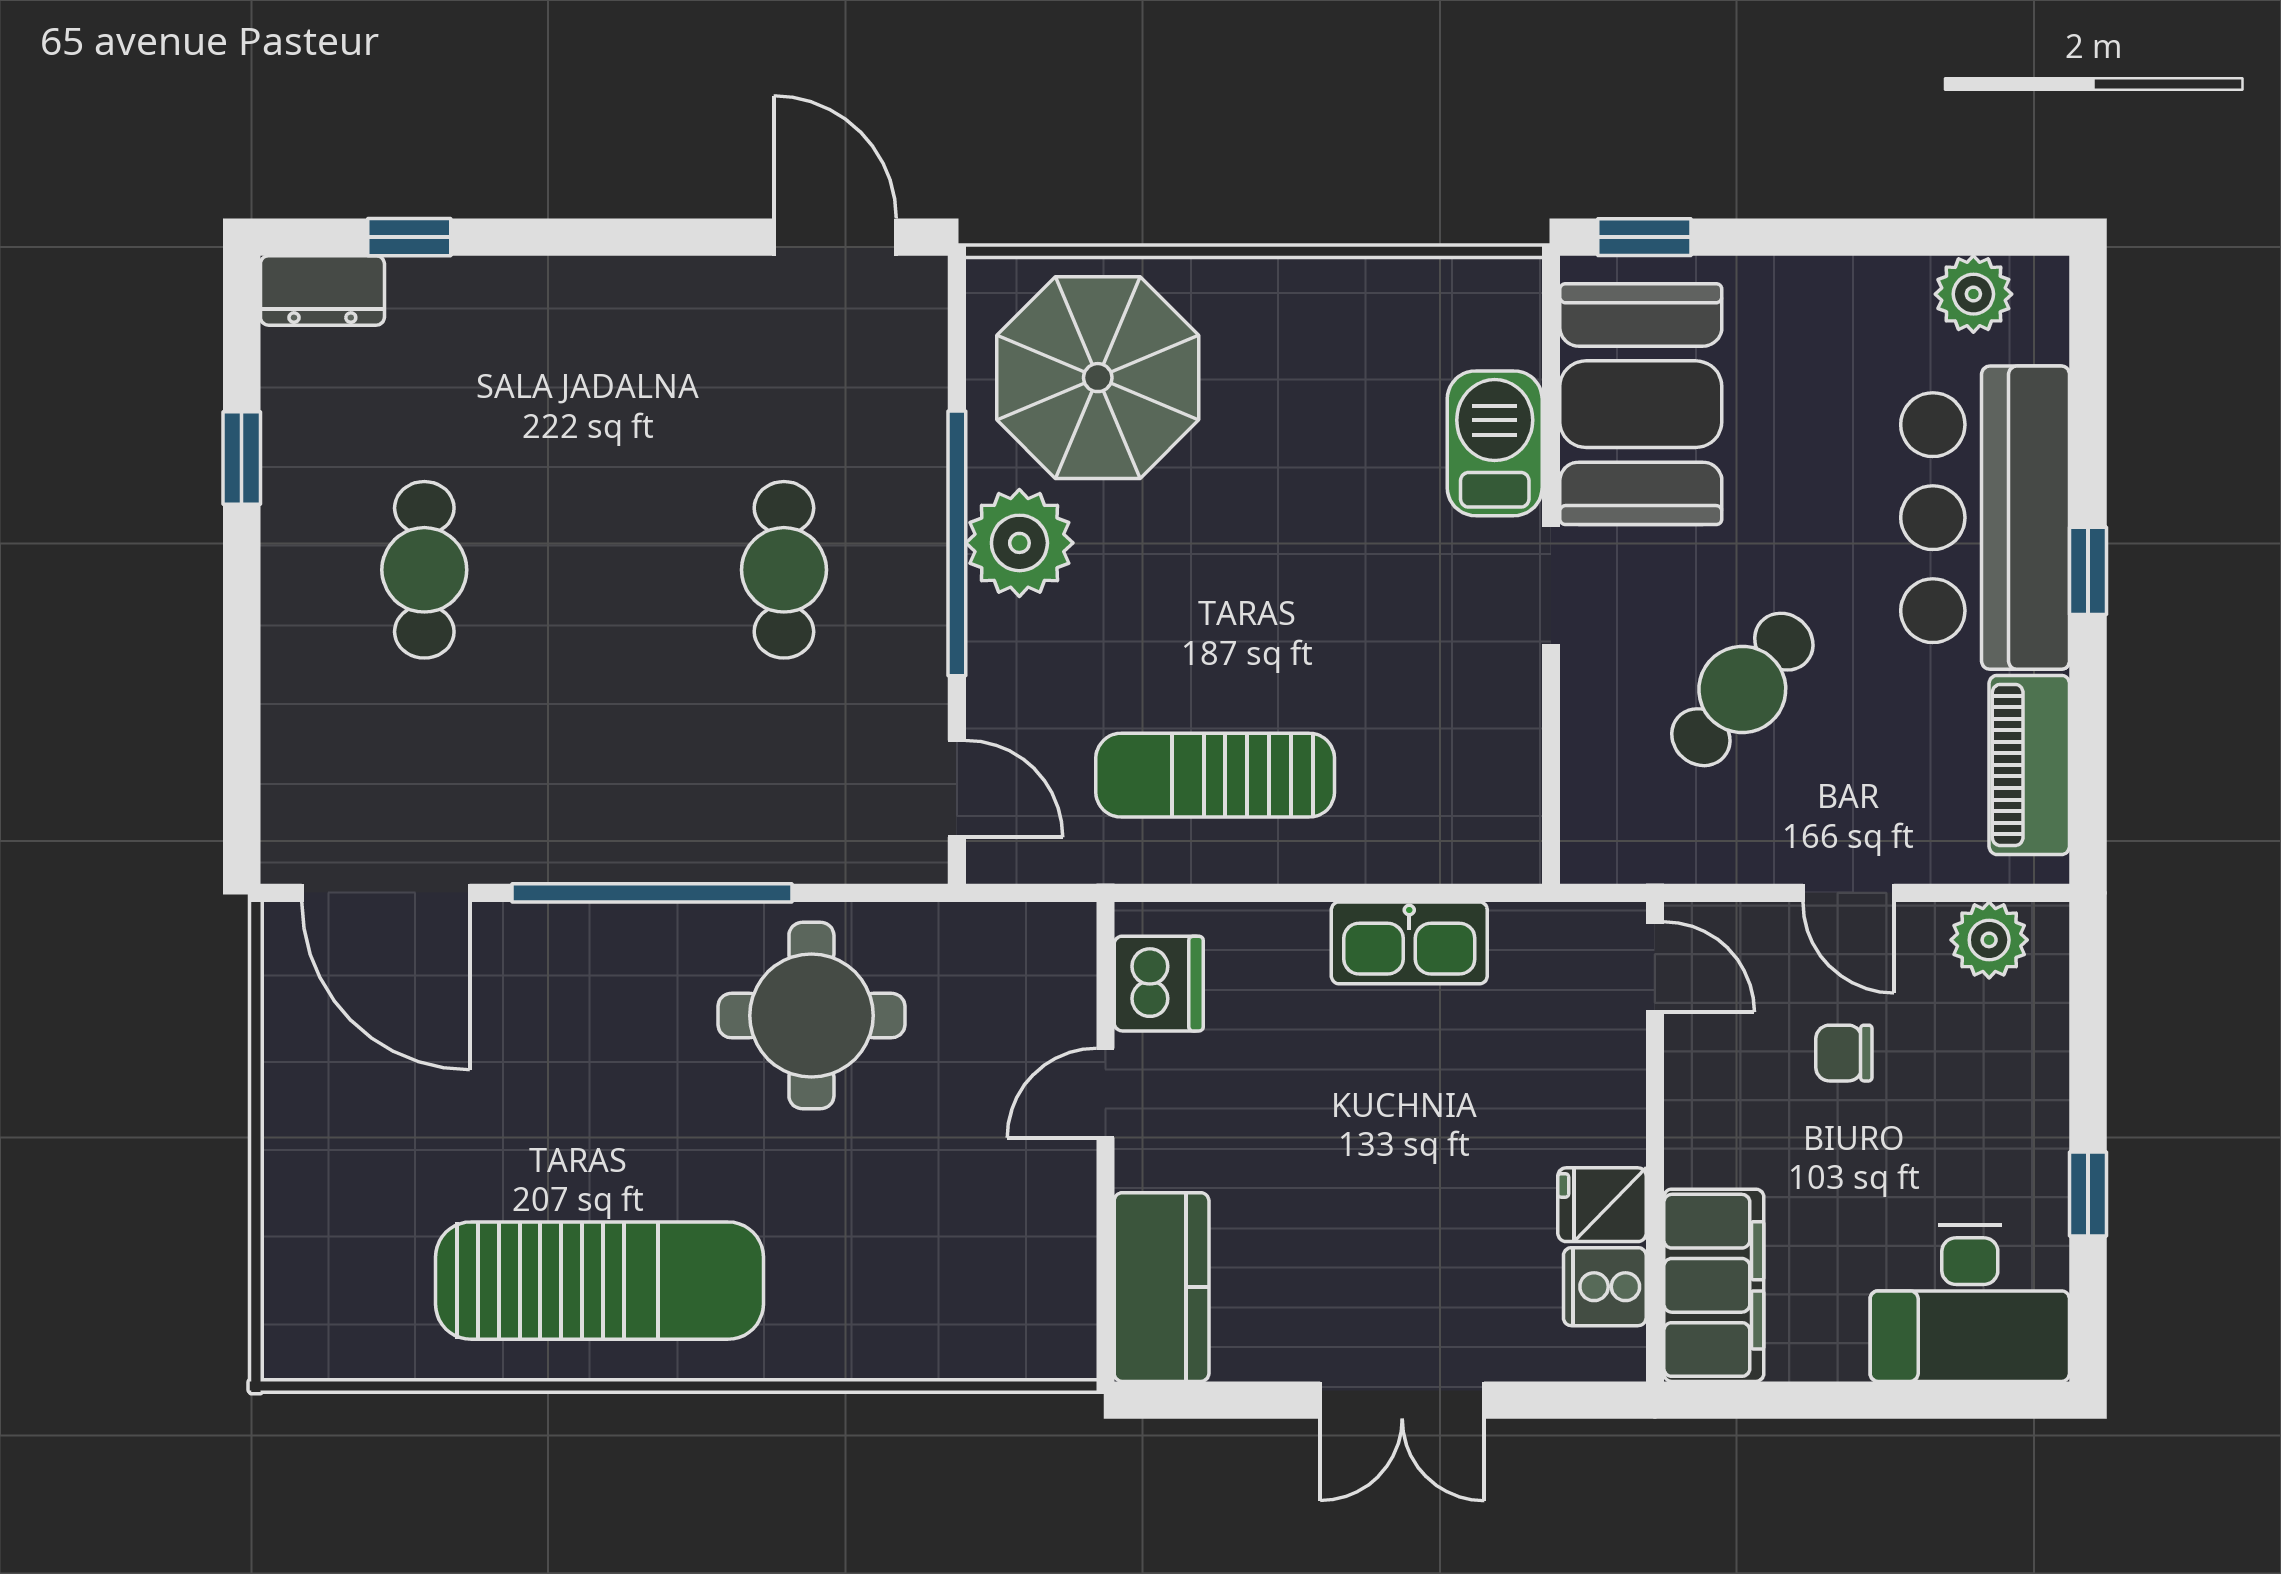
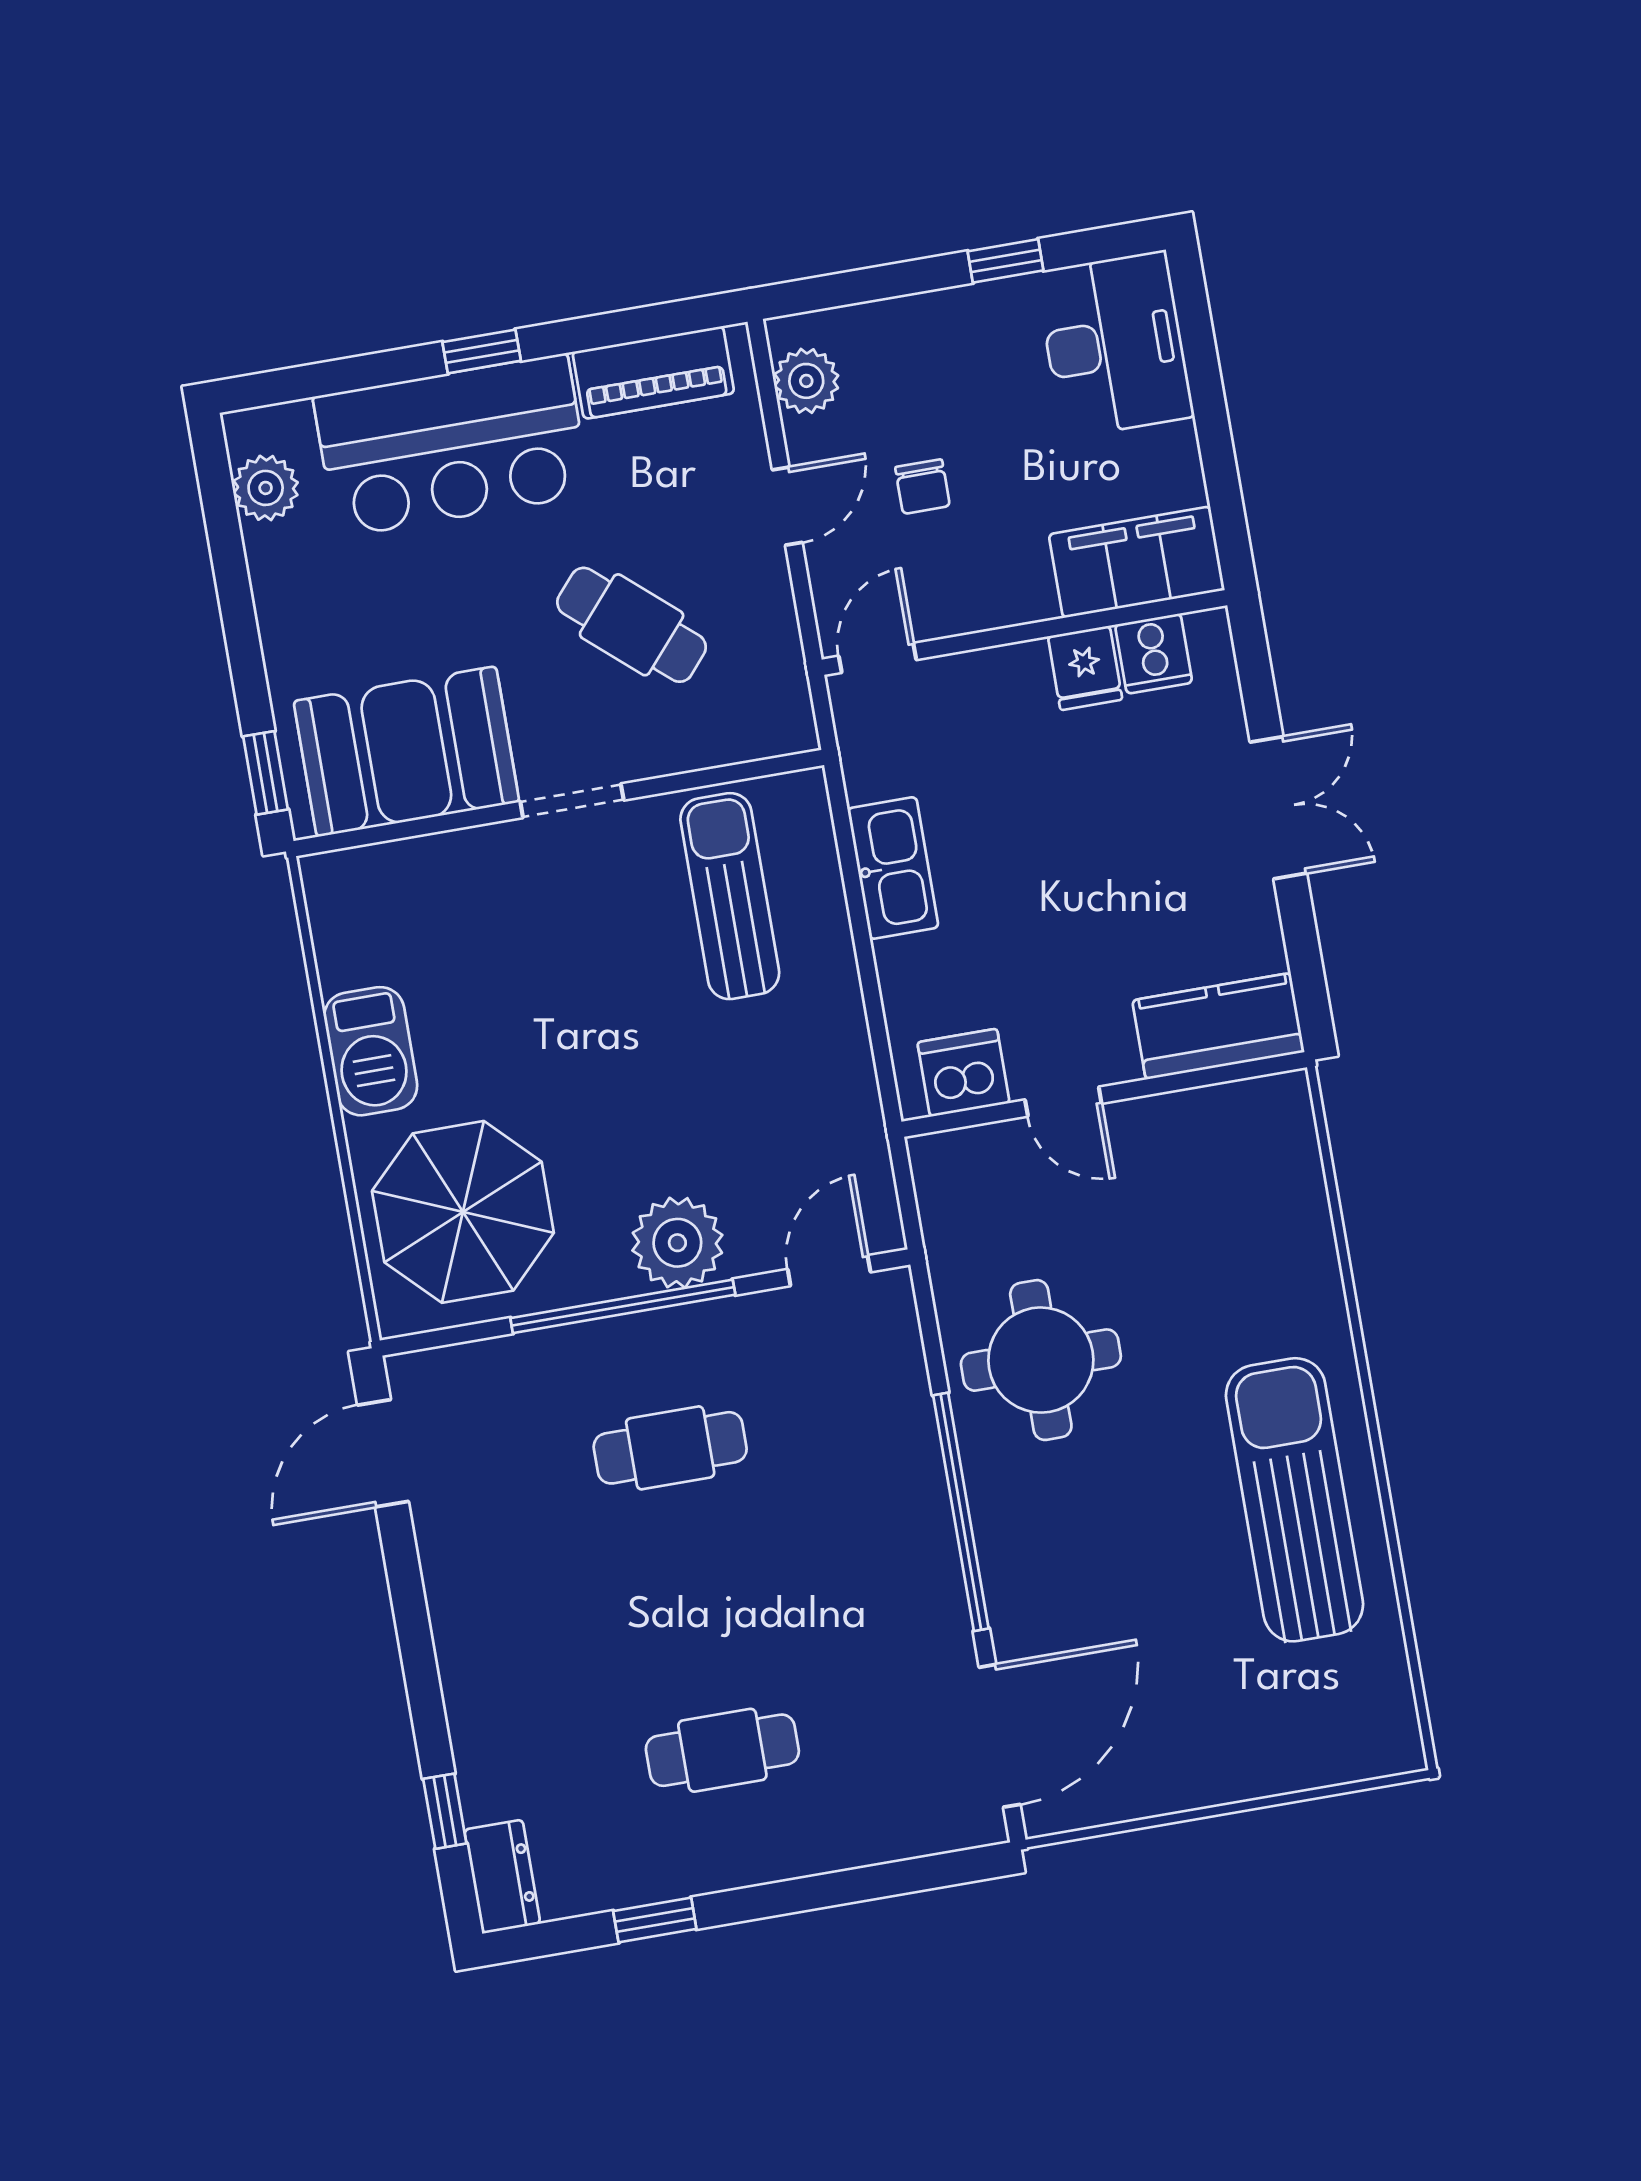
barbecue: (1495, 443) -> (371, 1051), moved, turned -90
plant: (1019, 543) -> (677, 1243), moved
sun lounger: (1215, 775) -> (730, 896), moved, turned 180

